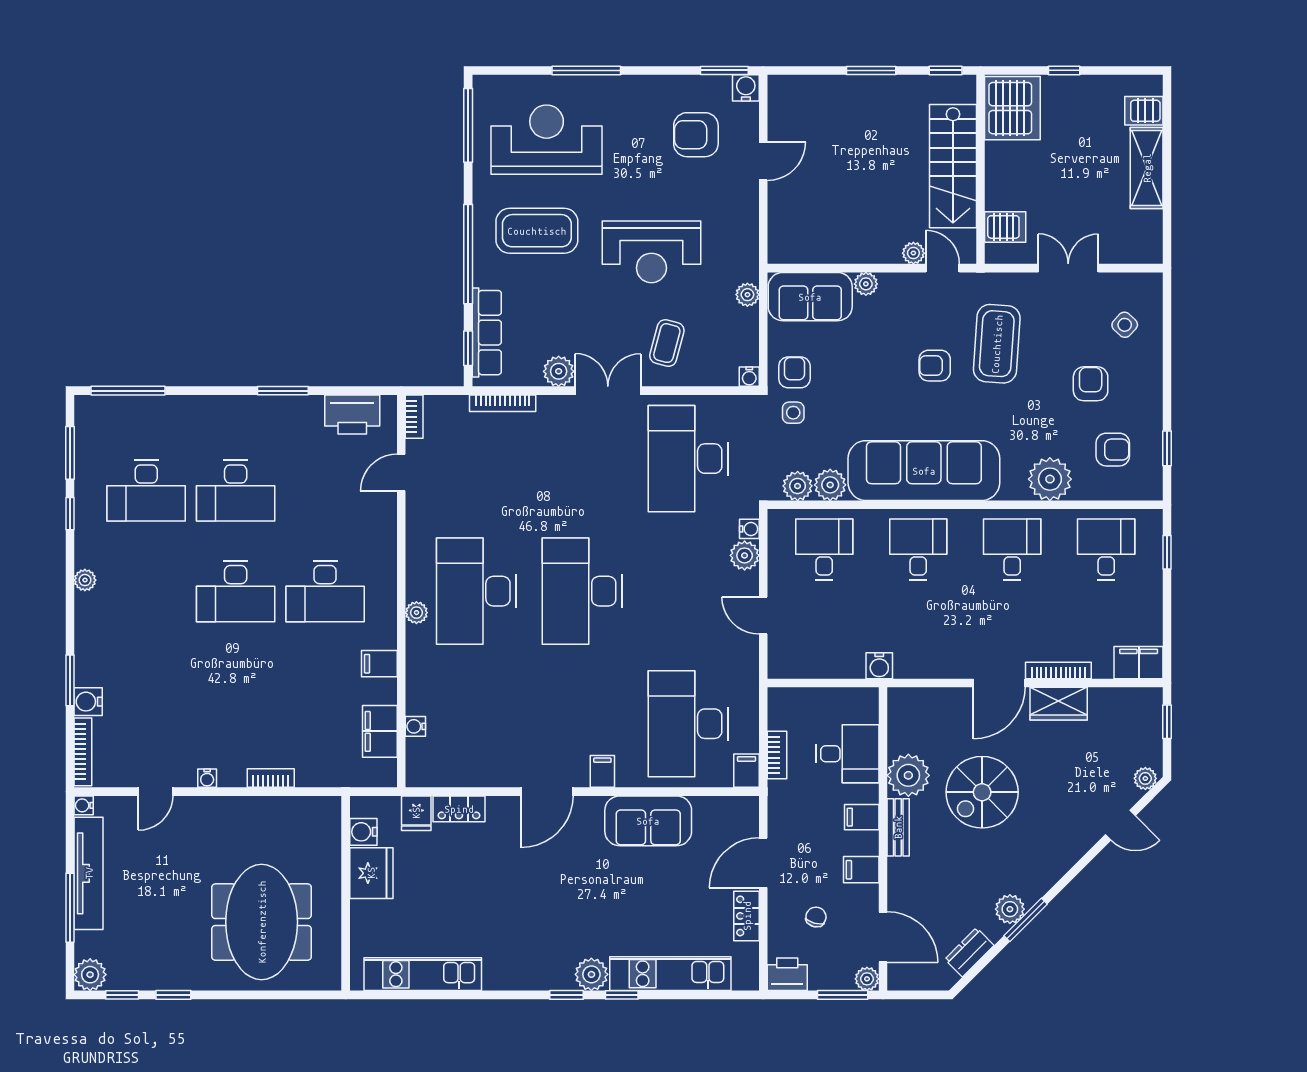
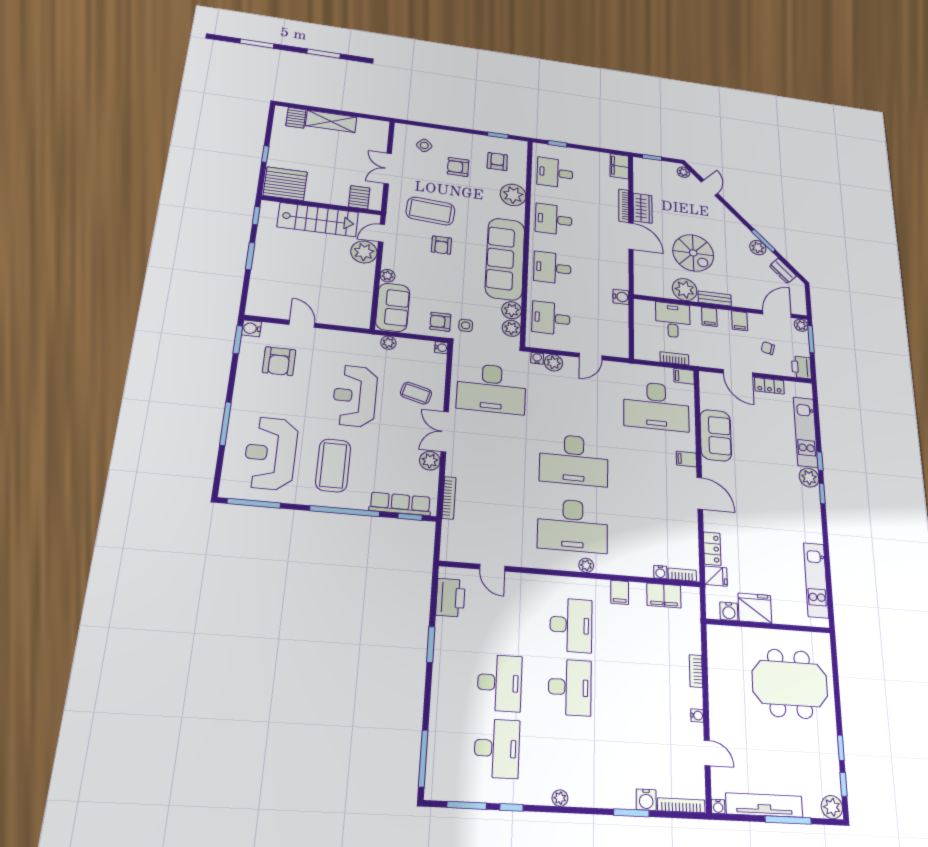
reception desk: (651, 252) -> (355, 396), turned 180
plant: (913, 253) -> (364, 252), width x1.87, depth x1.87
bookcase: (414, 417) -> (682, 575), moved

